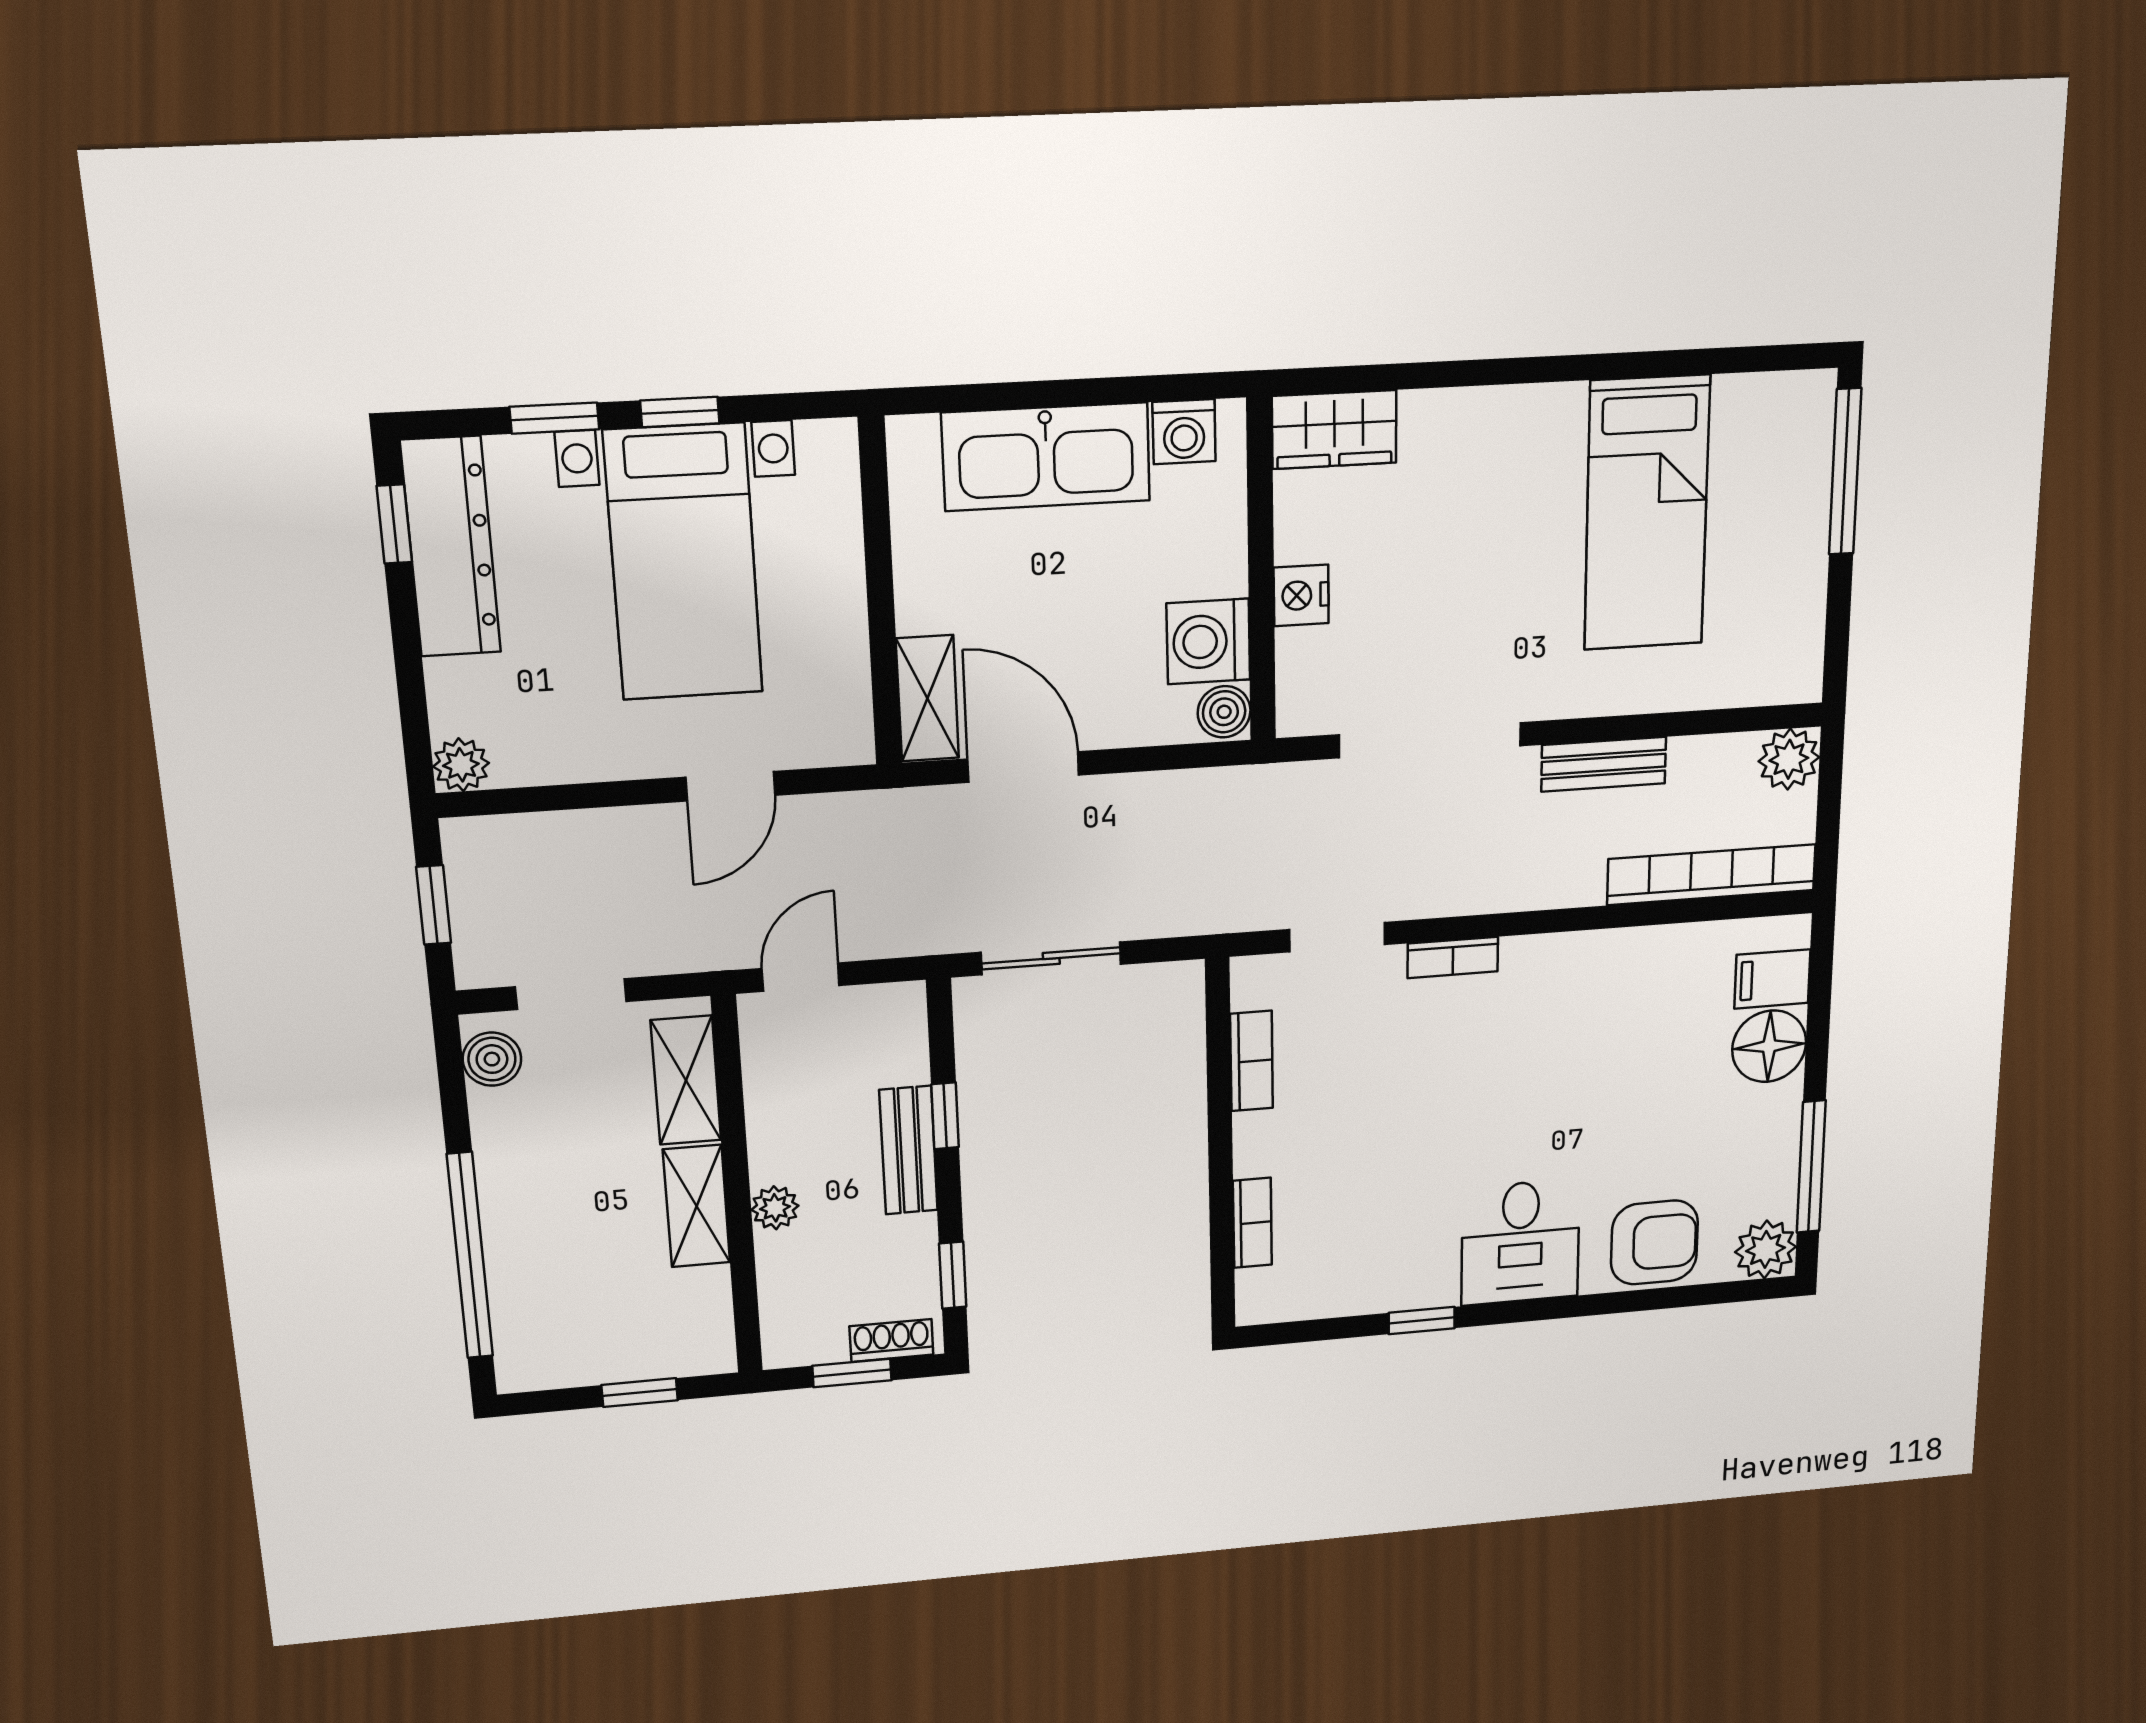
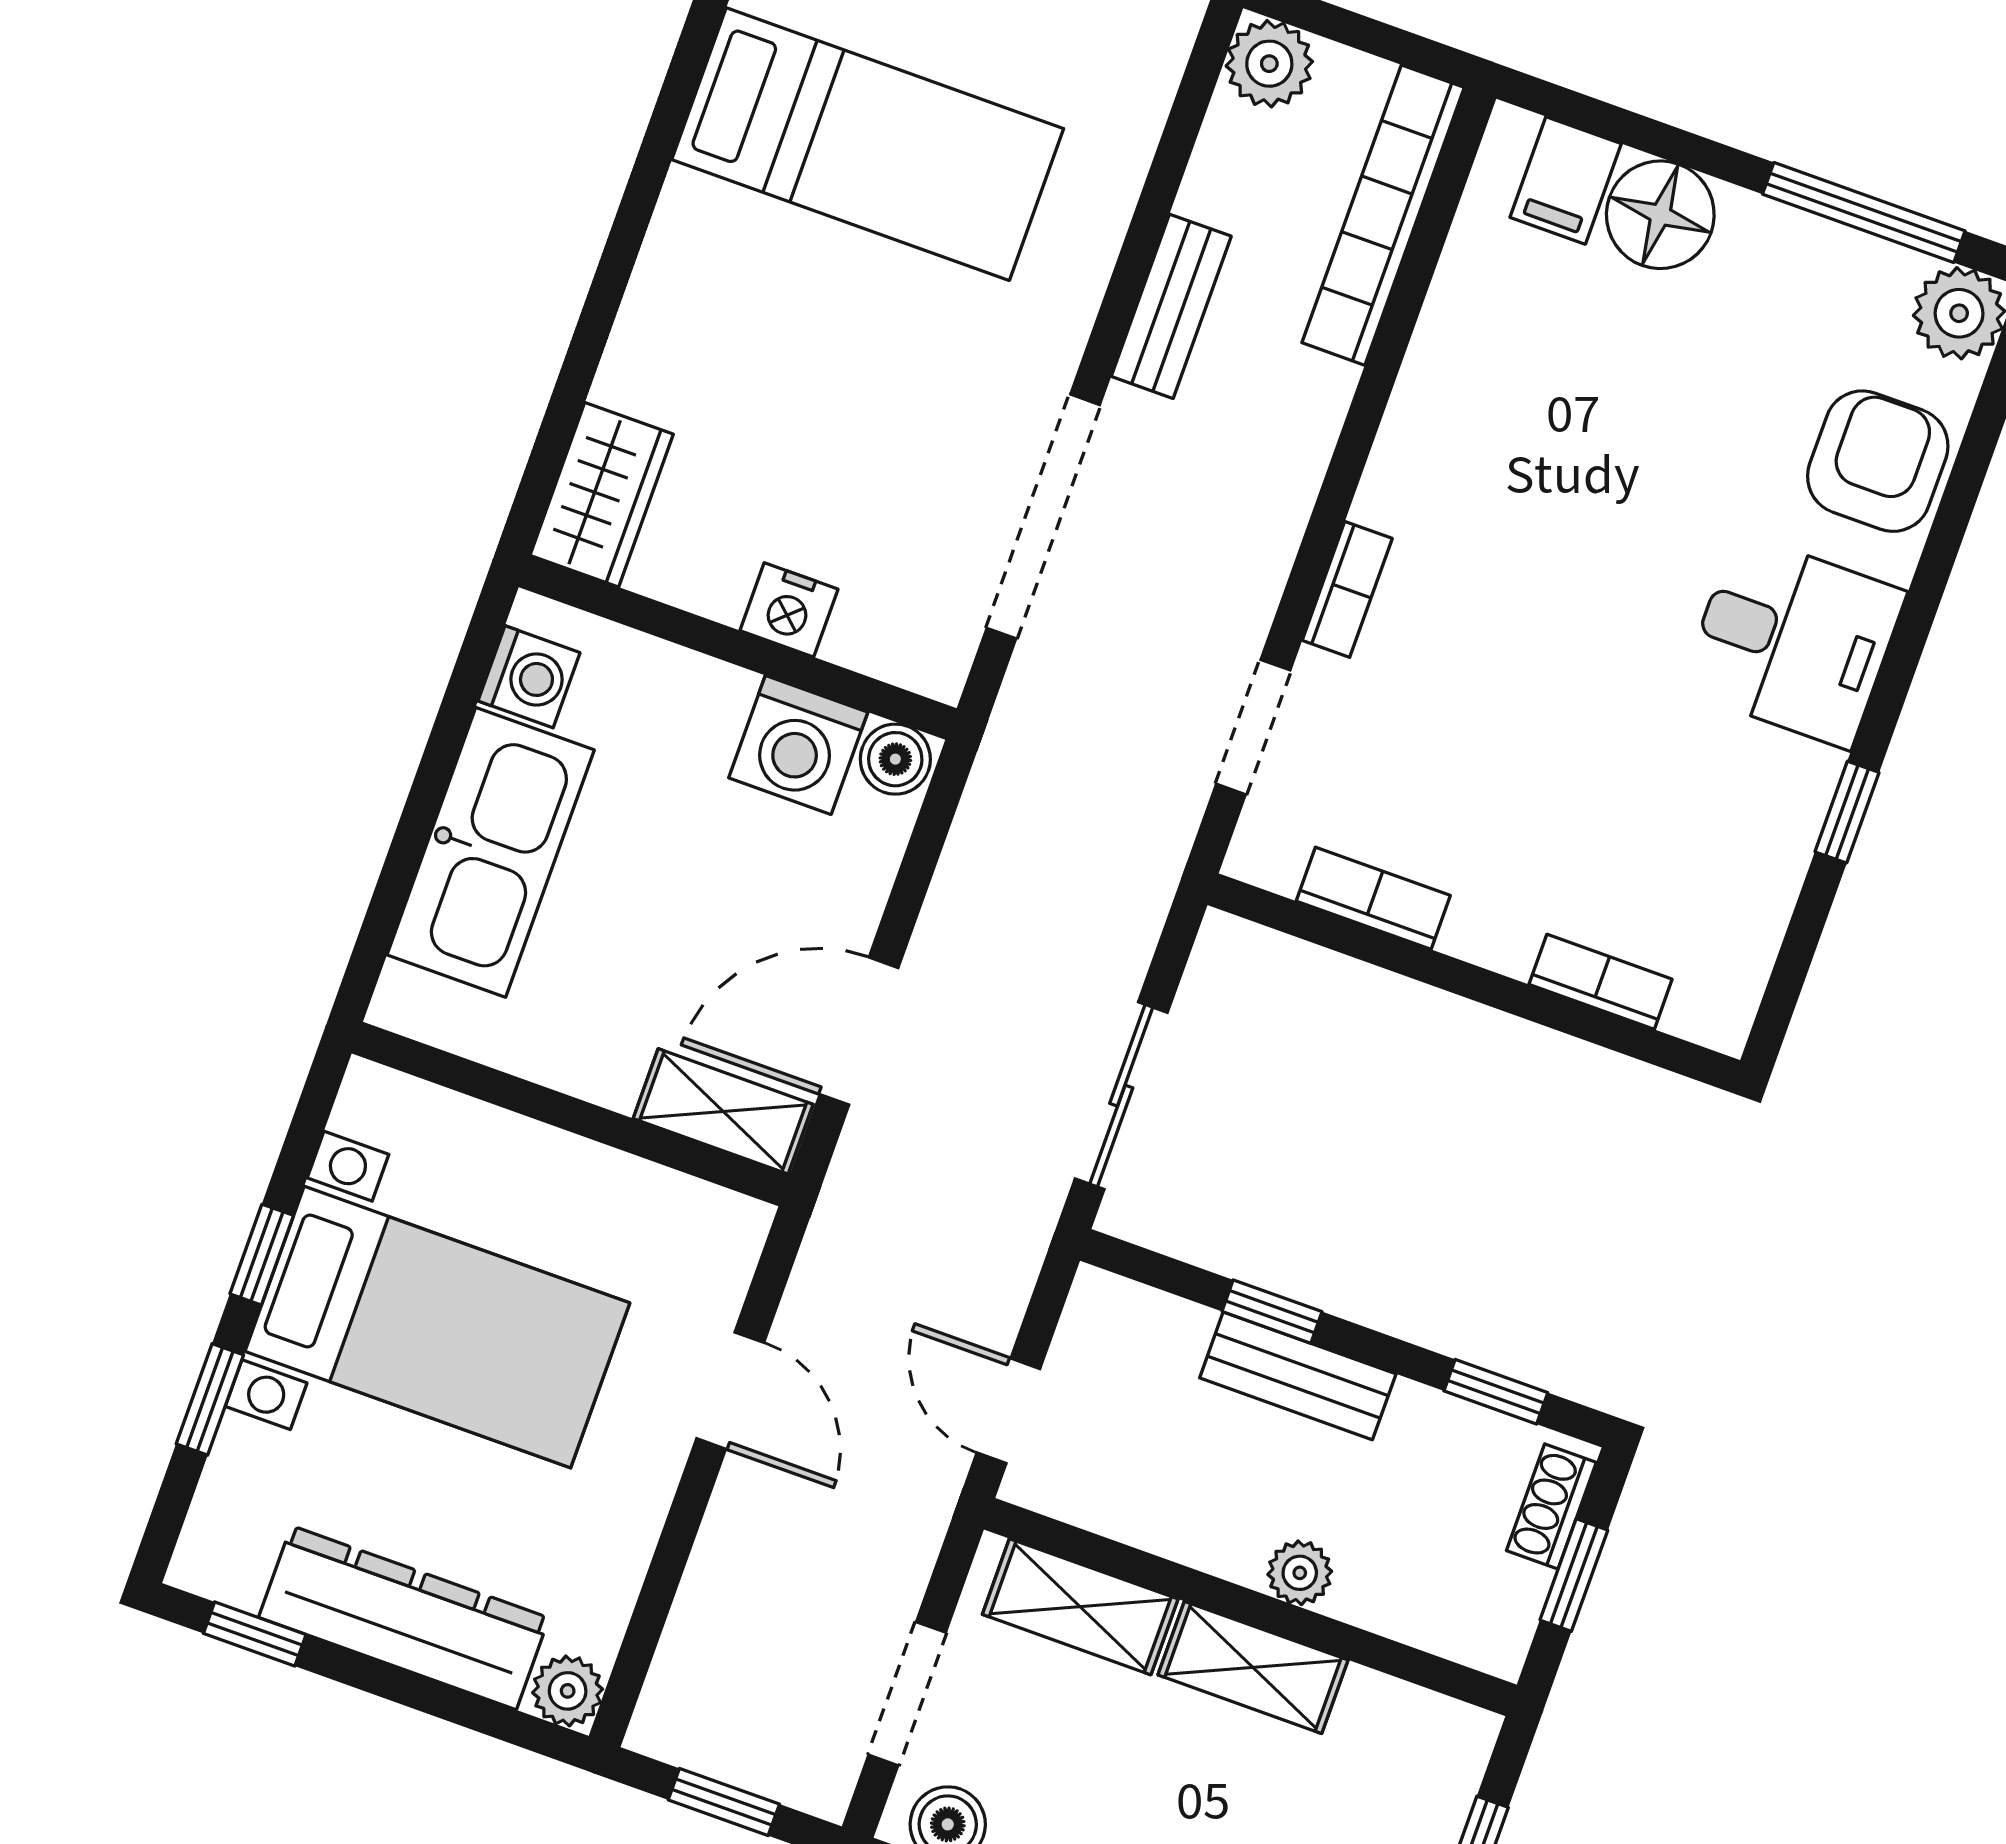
dresser: (451, 547) -> (404, 1618), moved

